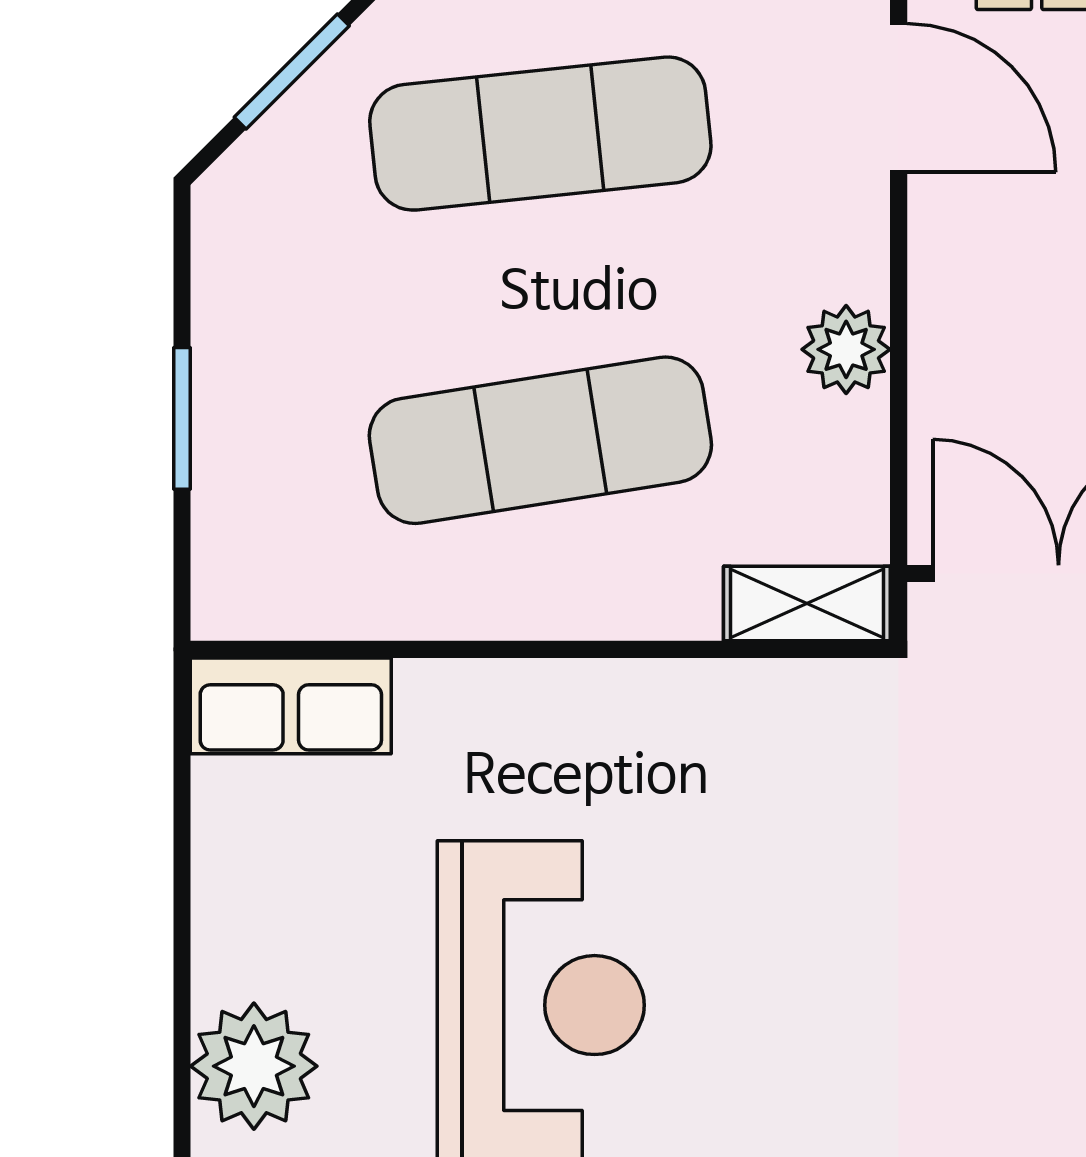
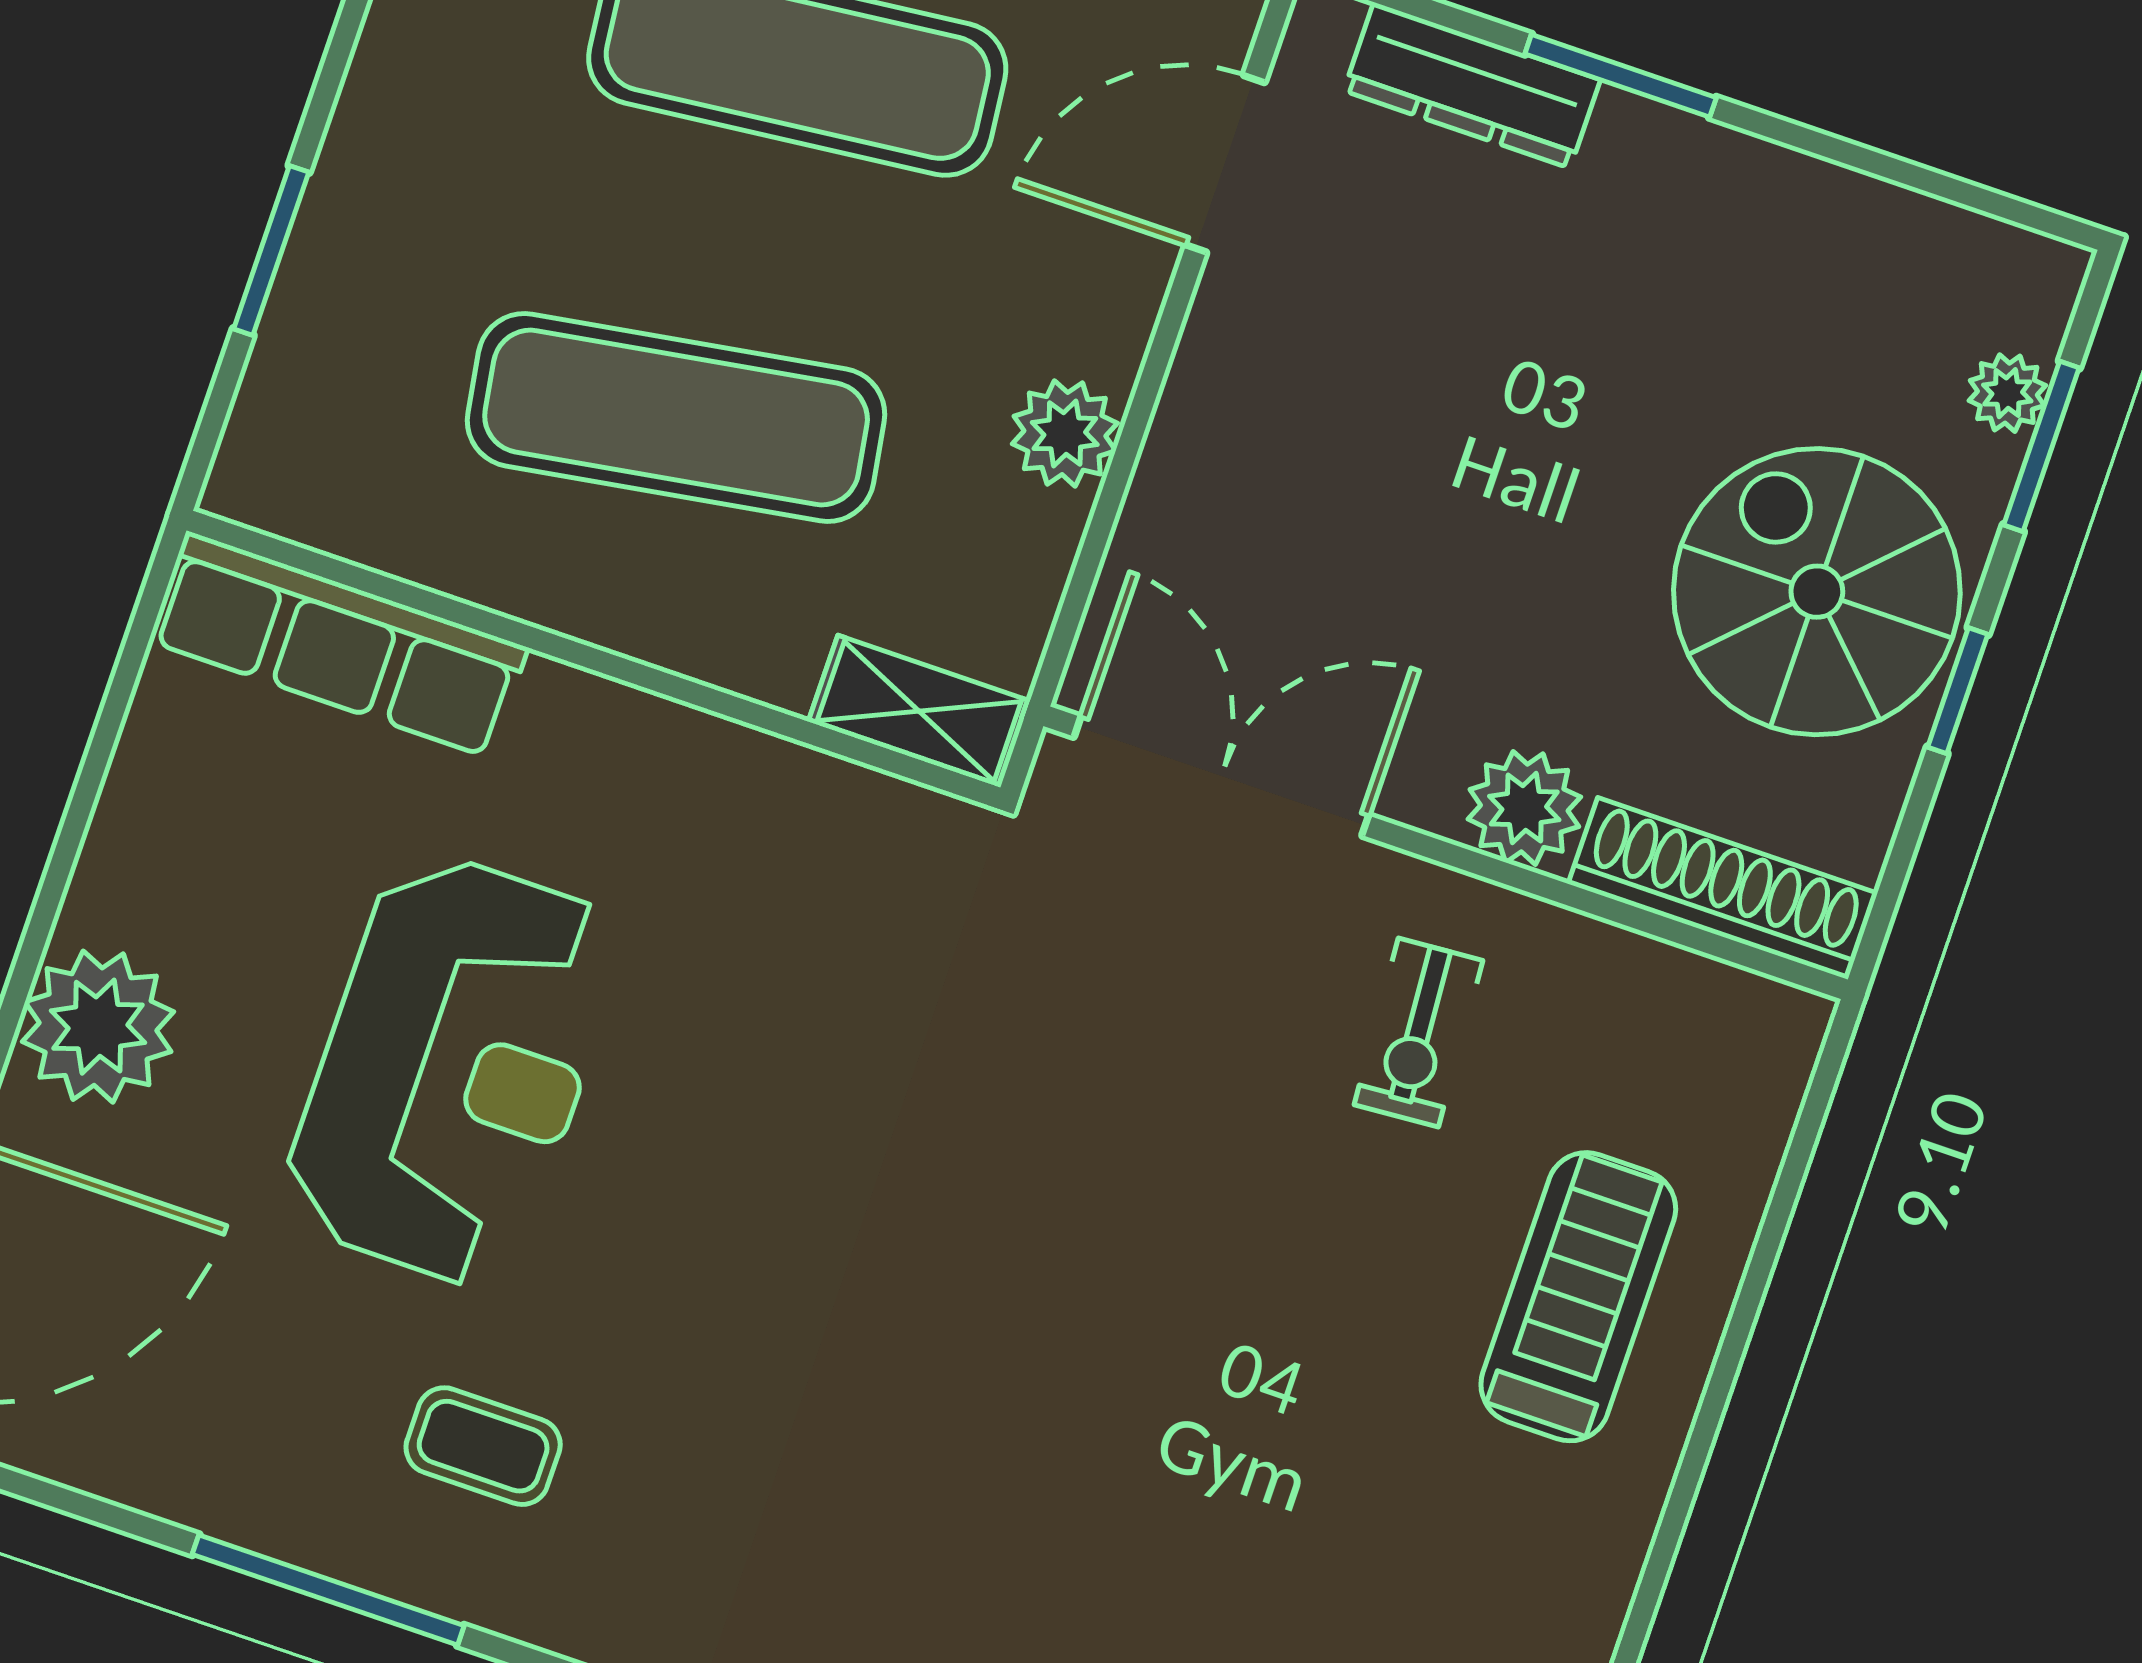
door: (899, 98) -> (1225, 164), swing flipped
row of seats: (291, 706) -> (339, 644), width x1.48

